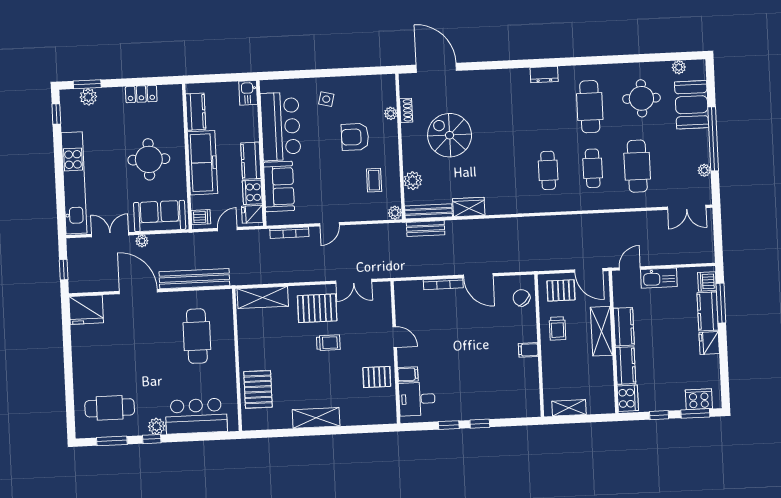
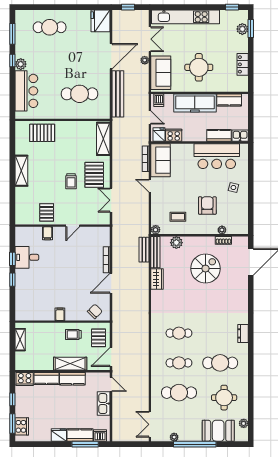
kitchen counter: (251, 161) -> (219, 135), moved
sofa: (279, 186) -> (161, 160), moved, turned -90
desk: (417, 399) -> (27, 257), moved, turned -90
cafe table: (110, 408) -> (50, 27), moved, turned 90

